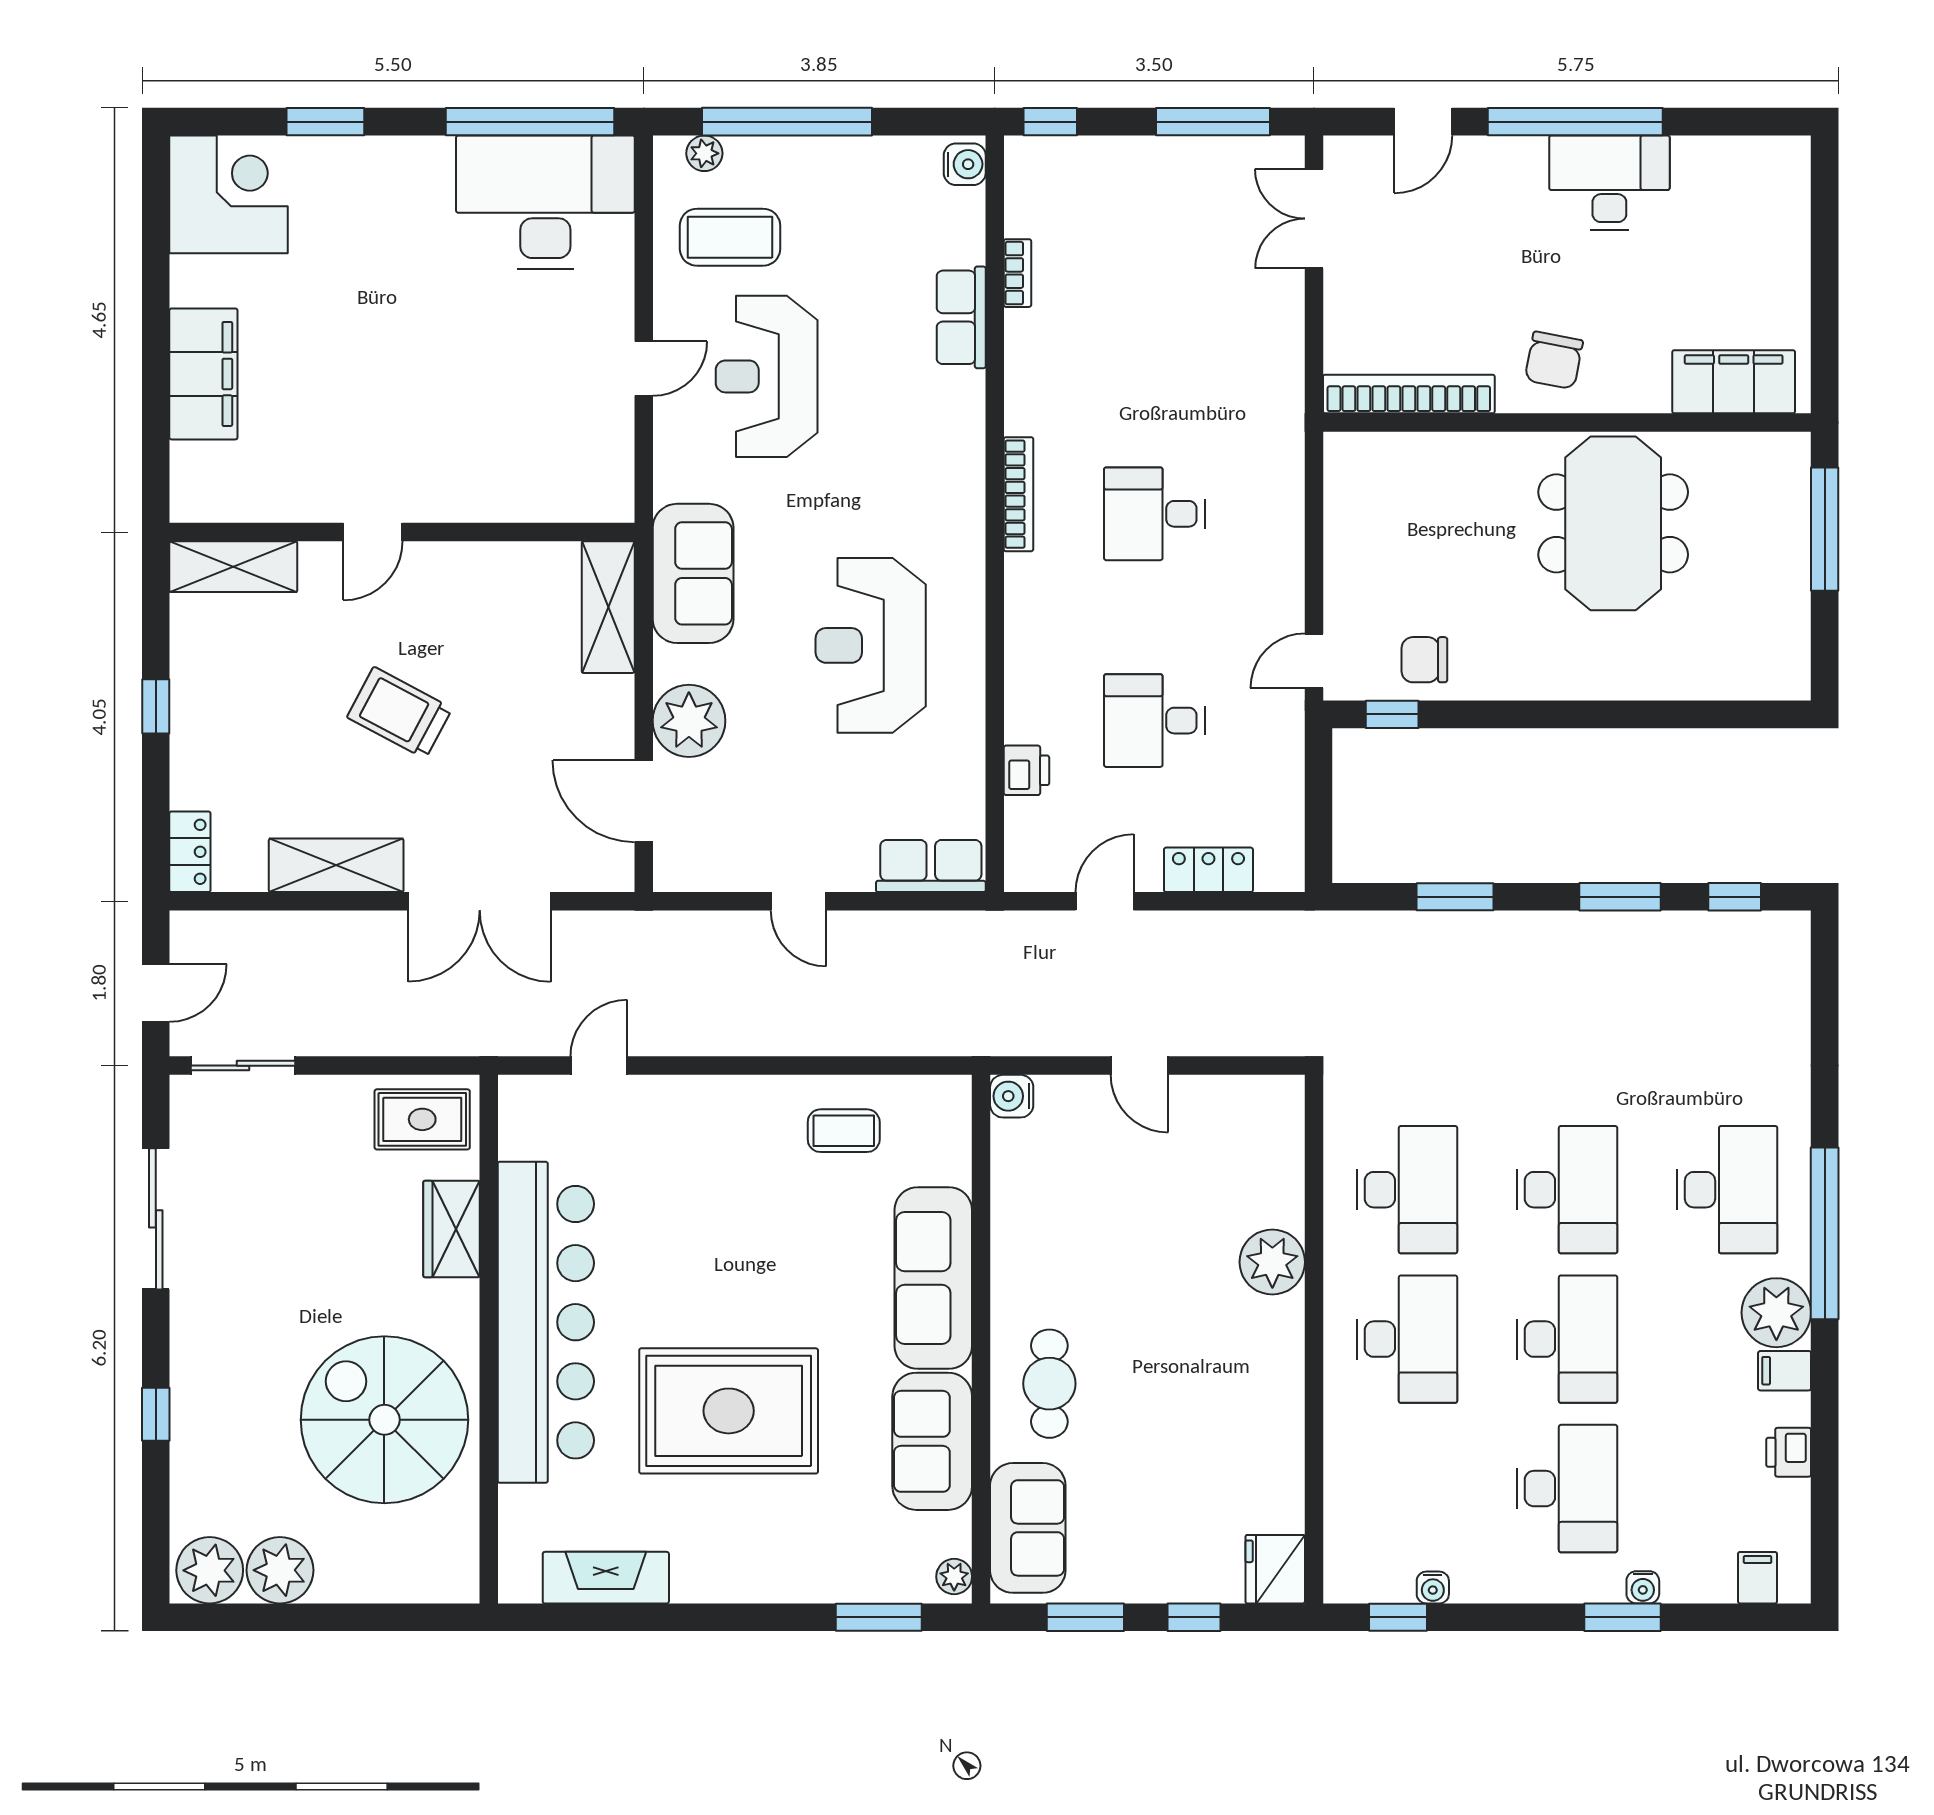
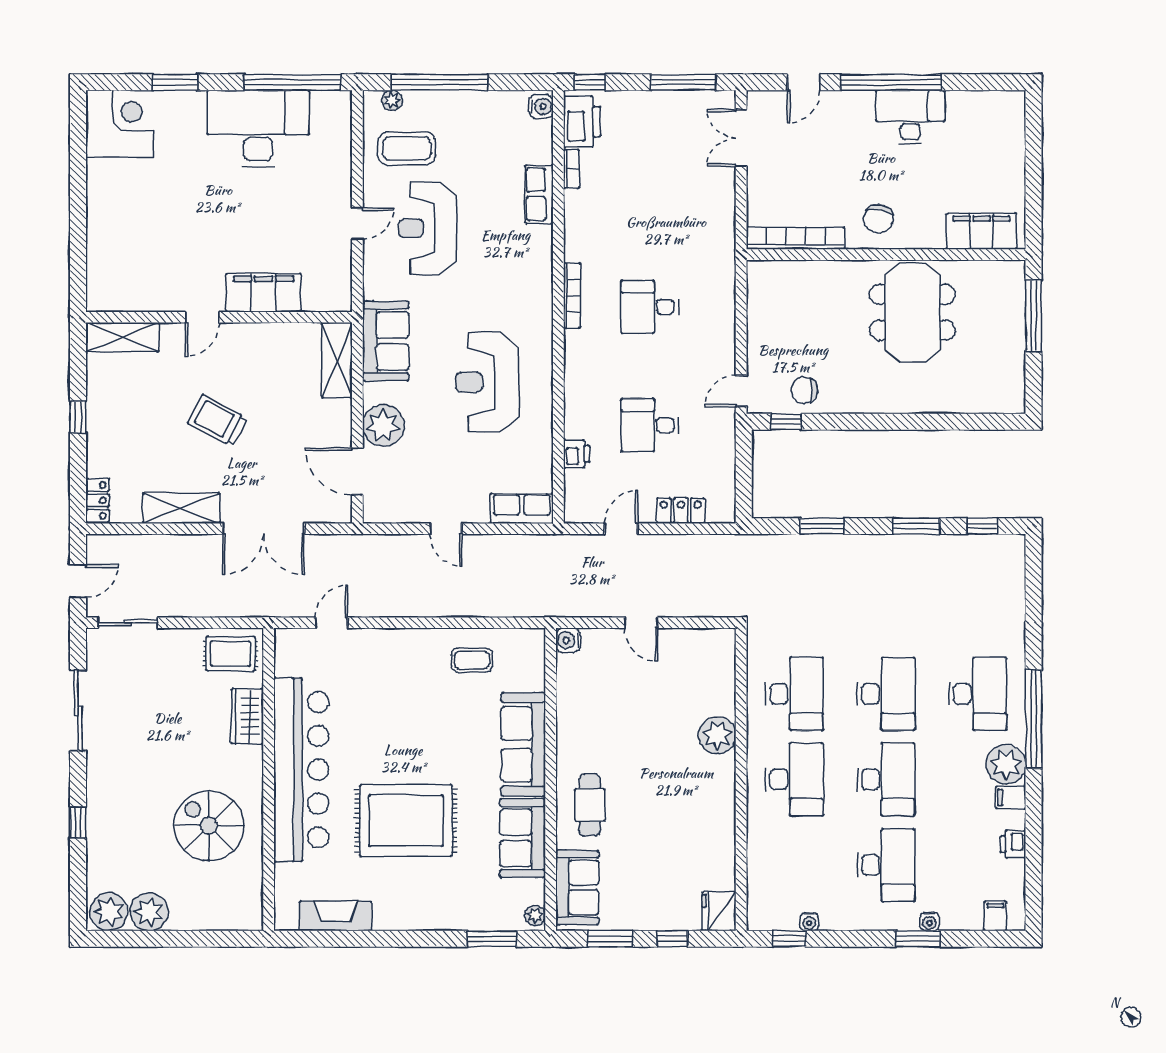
printer: (1036, 191) -> (582, 122), added
desk: (545, 202) -> (258, 128), moved
filing cabinet: (203, 374) -> (263, 293), moved, turned -90
spiral stairs: (384, 1420) -> (209, 826), width x0.73, depth x0.73

